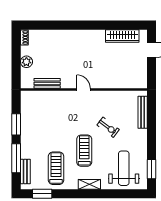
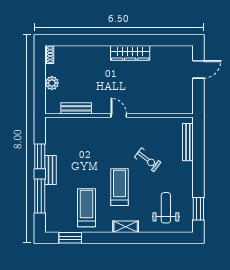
wardrobe: (122, 36) -> (130, 53), moved
weight bench: (124, 168) -> (166, 208), width x0.73, depth x0.75
bench: (25, 172) -> (50, 170), moved

